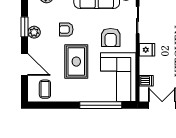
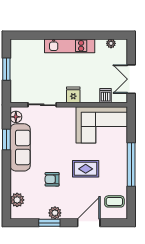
armchair: (66, 29) -> (52, 179), turned 90
armchair: (111, 37) -> (60, 133), removed
rug: (76, 62) -> (86, 169), width x0.73, depth x0.70
window: (101, 105) -> (131, 165), moved

